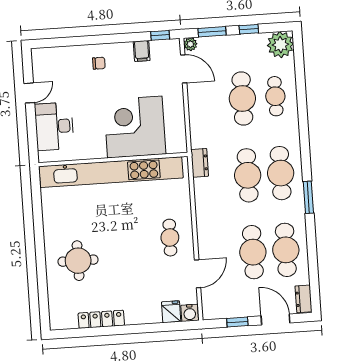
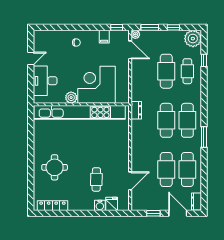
window: (300, 78) -> (204, 60), added
plant: (97, 150) -> (71, 98), added
cafe table: (170, 238) -> (96, 179), moved
water cooler: (190, 313) -> (100, 205), moved
locker: (101, 319) -> (52, 206), moved

